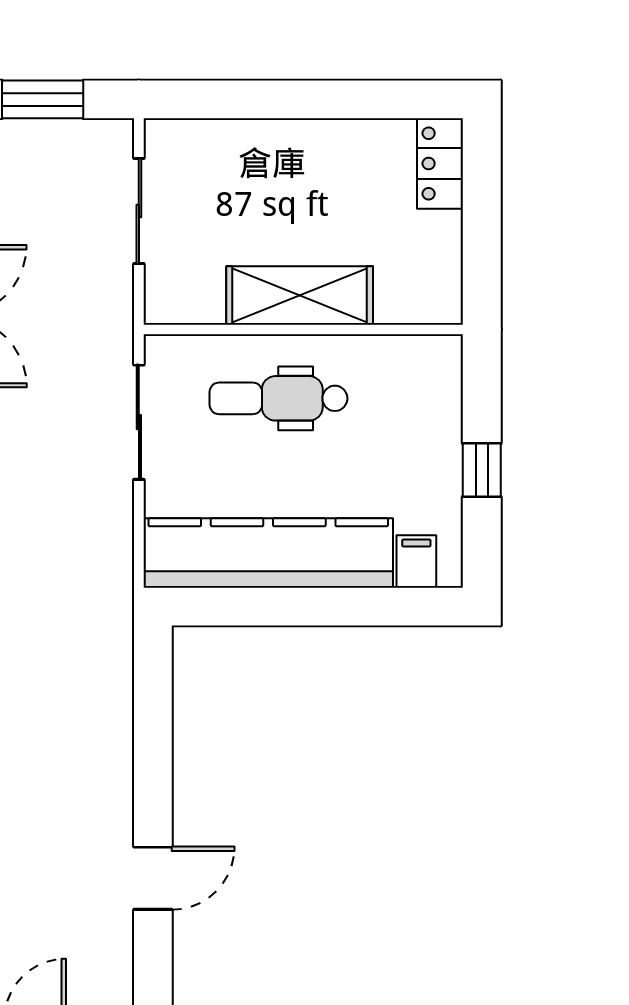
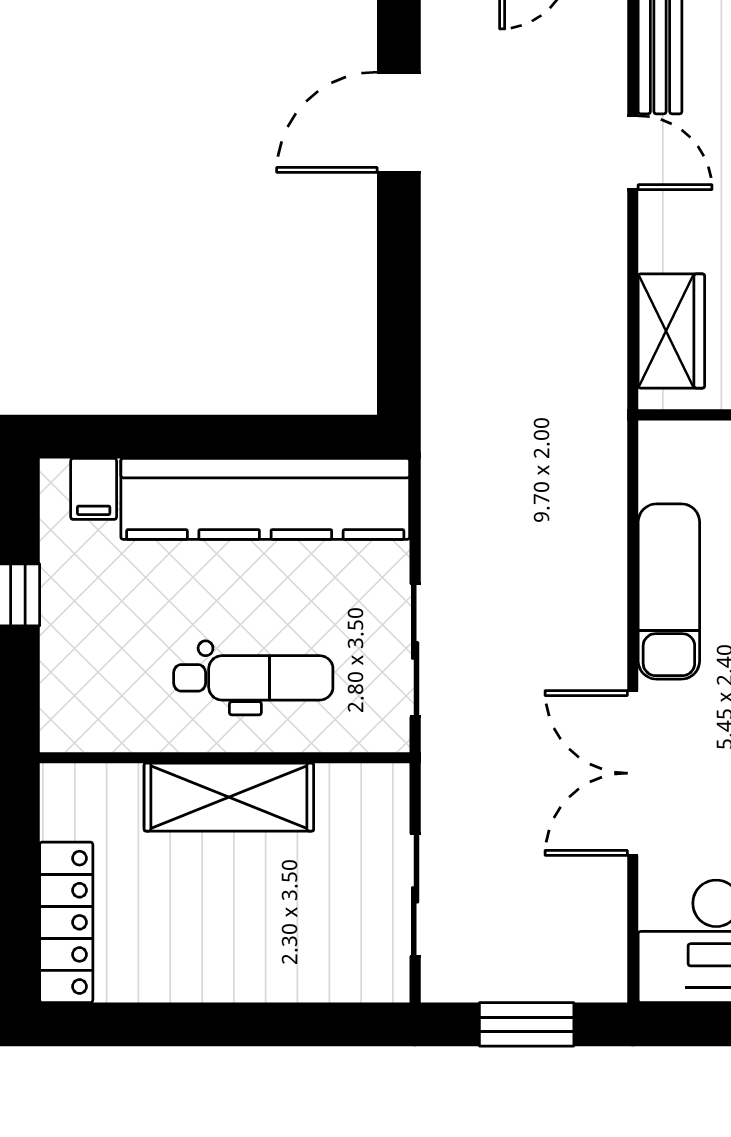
locker: (440, 163) -> (66, 922), width x1.53
door: (153, 878) -> (399, 122), width x1.38

